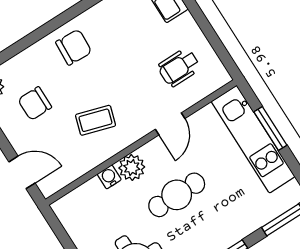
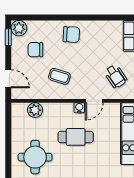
wheelchair: (179, 67) -> (116, 76), turned -124
plant: (132, 167) -> (35, 110), moved
water cooler: (109, 177) -> (79, 108), moved

